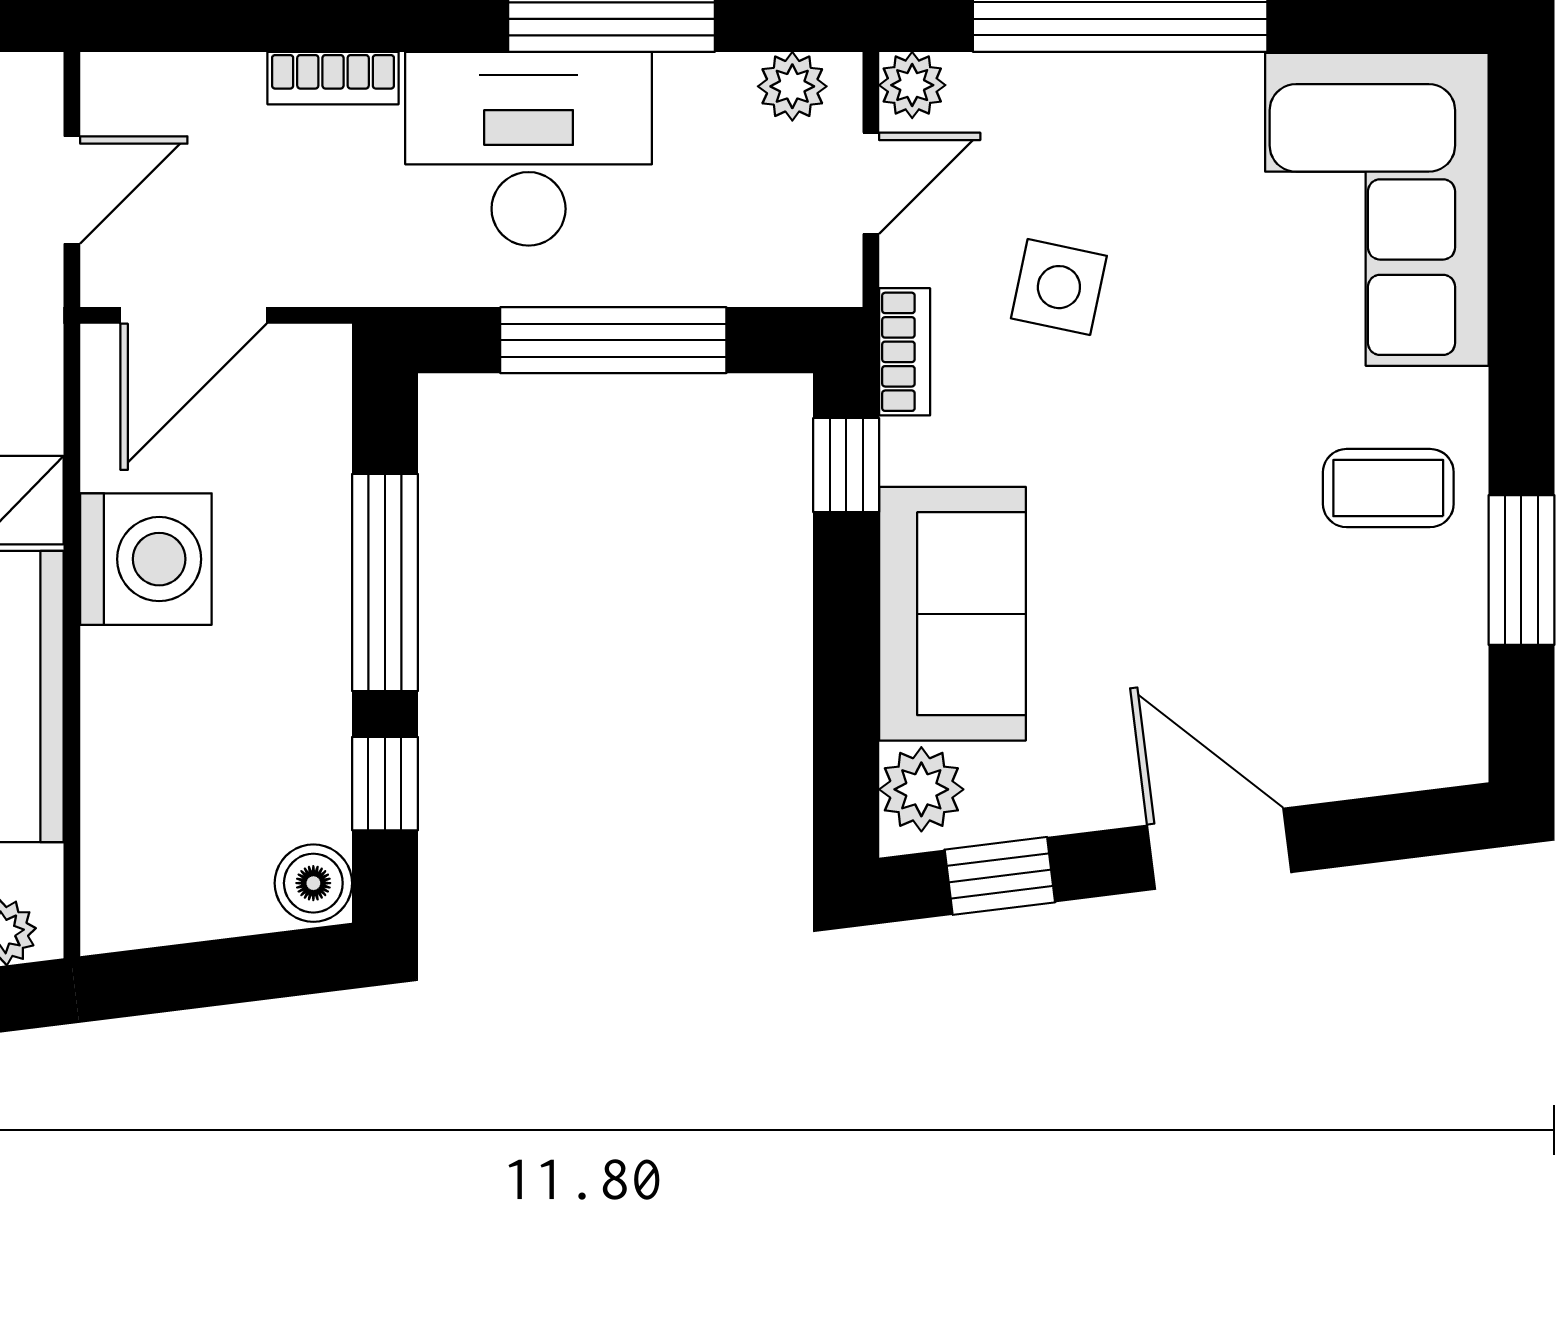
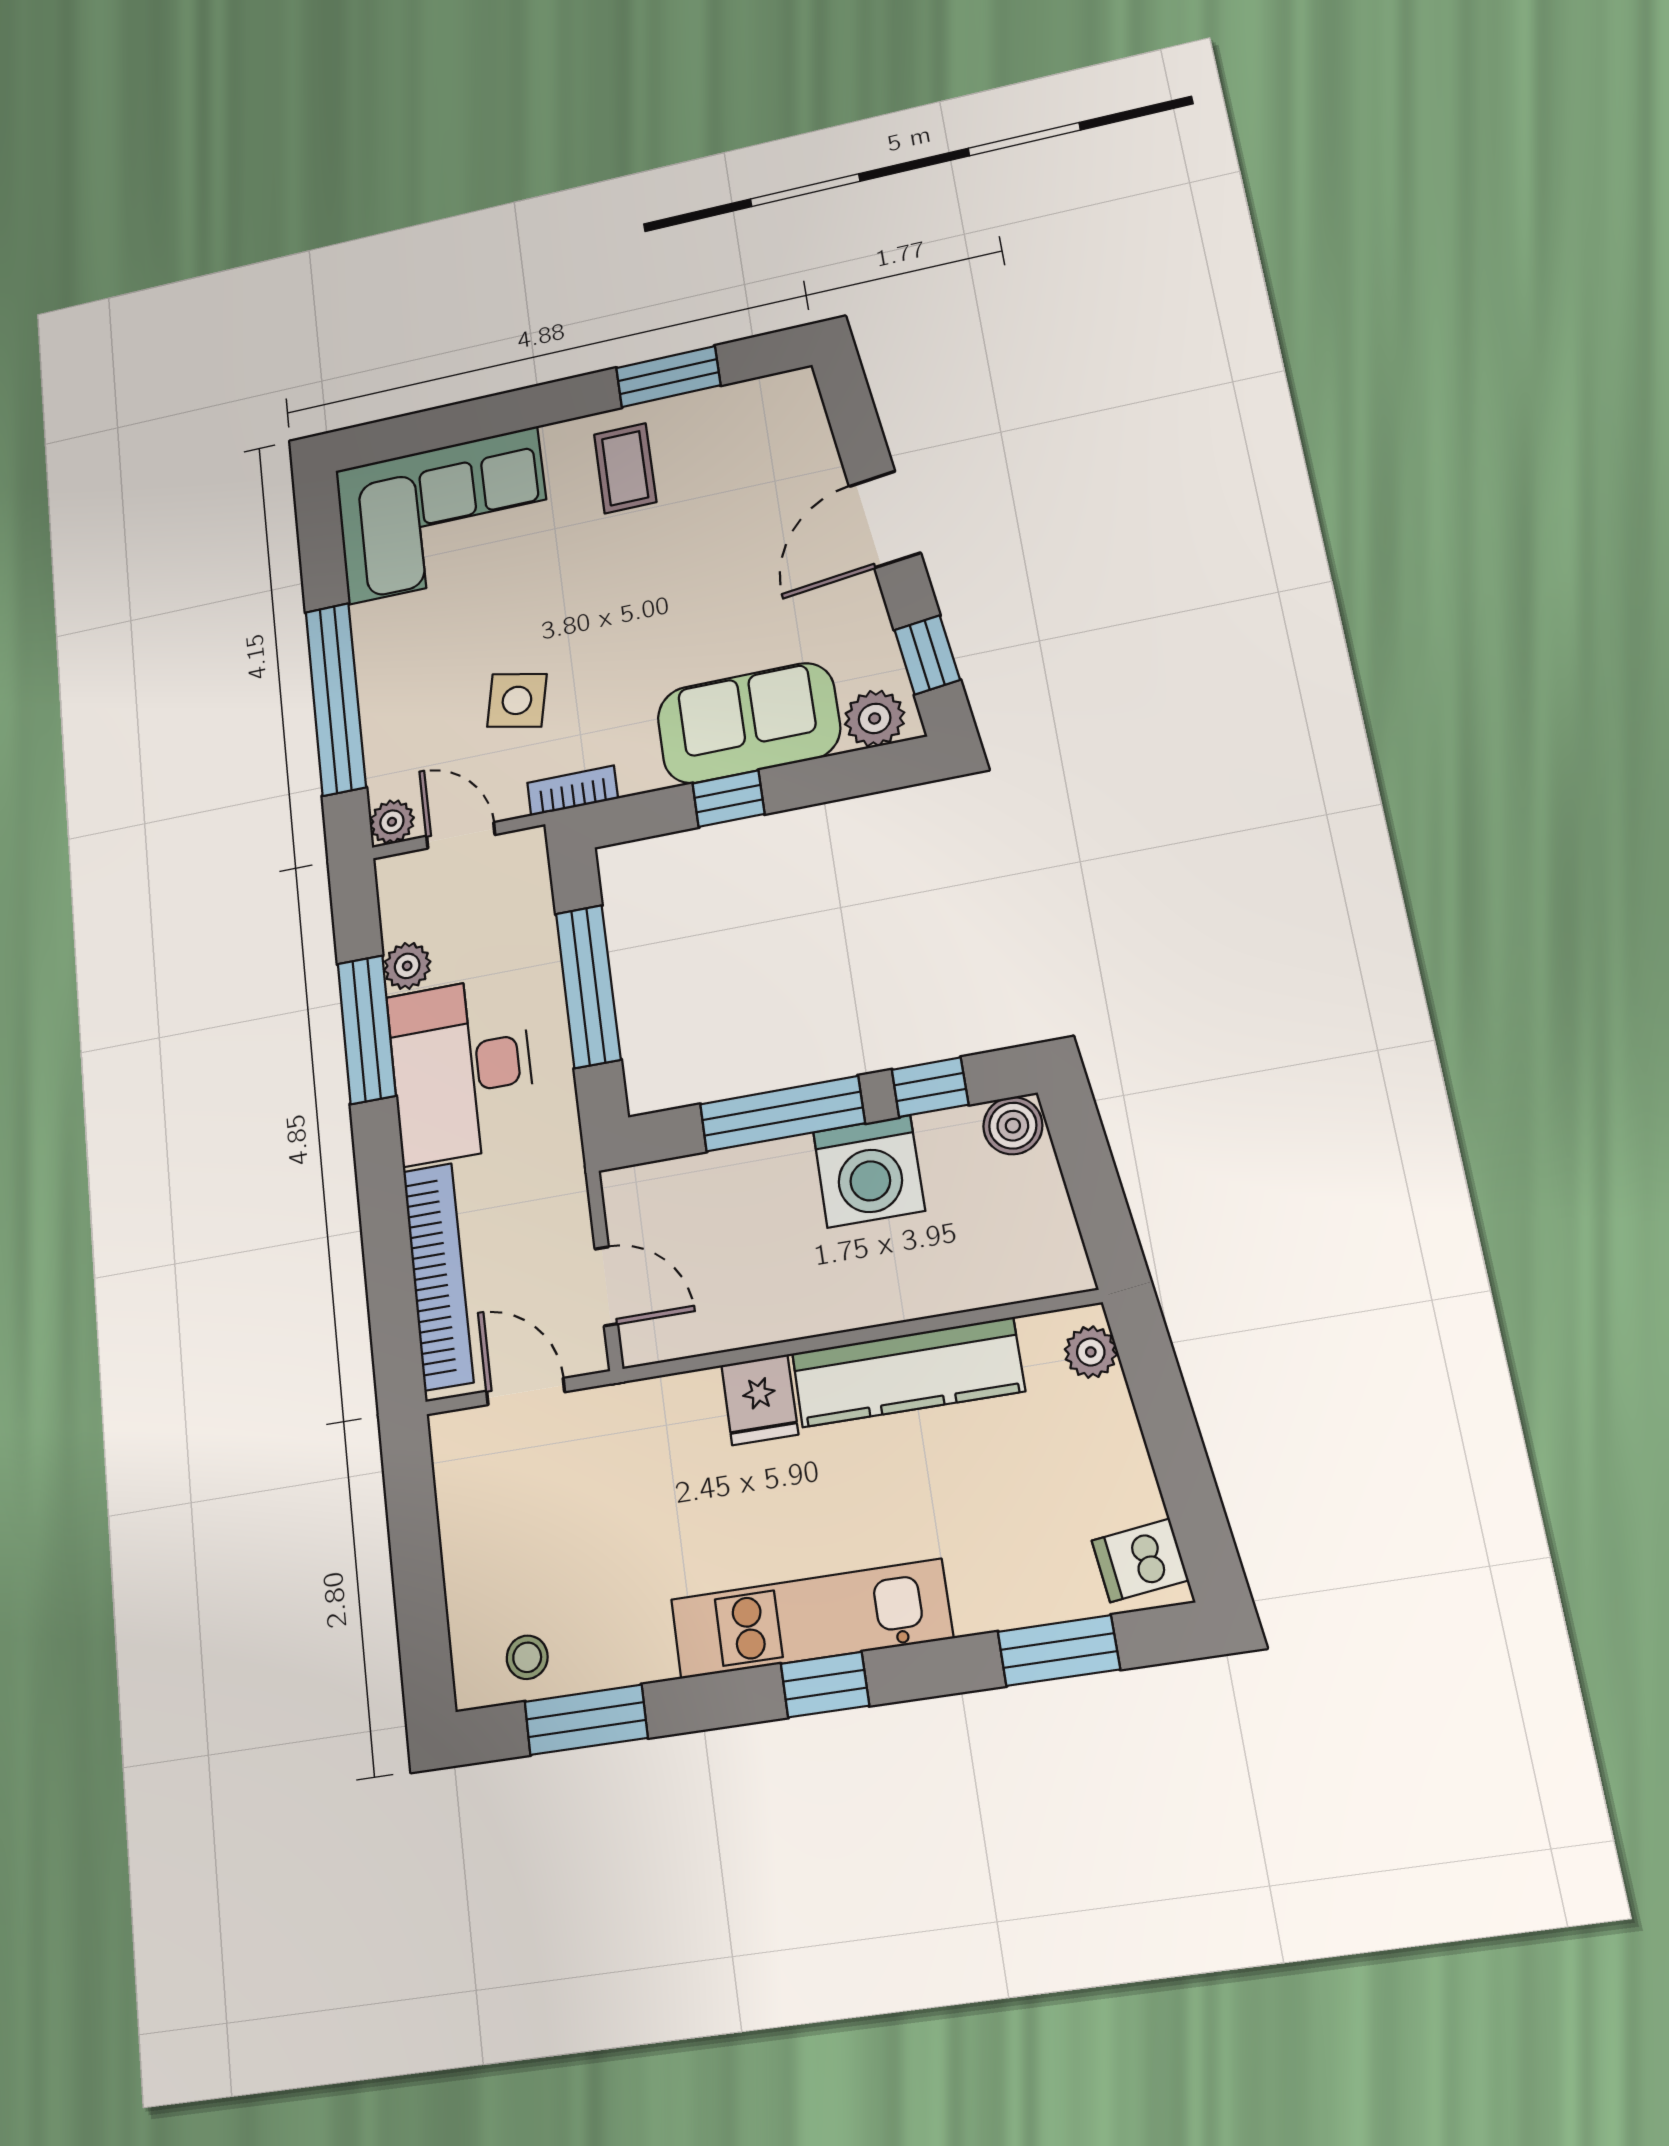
bookcase: (333, 78) -> (438, 1276), width x2.31, depth x1.31
plant: (792, 86) -> (407, 966), moved
door: (194, 315) -> (606, 1286), width x0.73
window: (846, 465) -> (729, 799), moved
washing machine: (146, 559) -> (869, 1171), moved, turned 180

